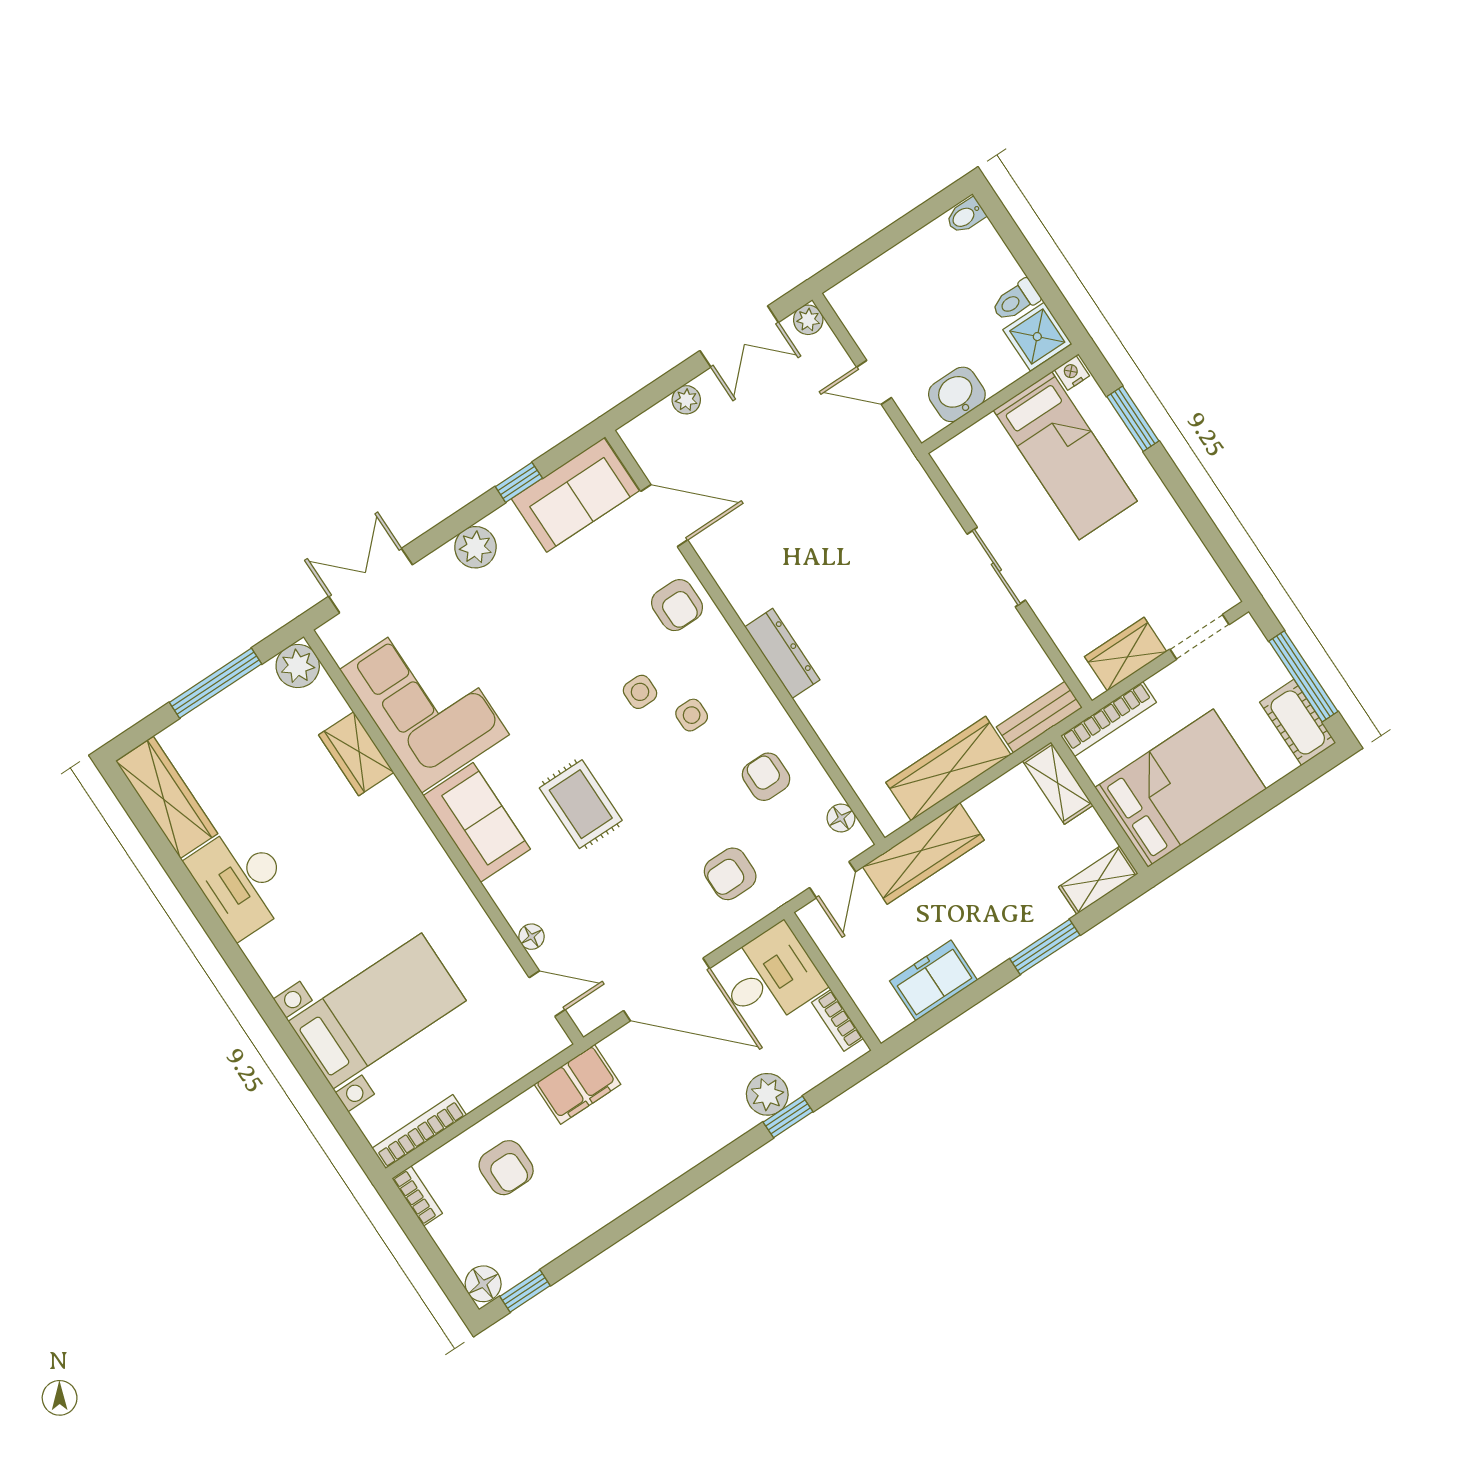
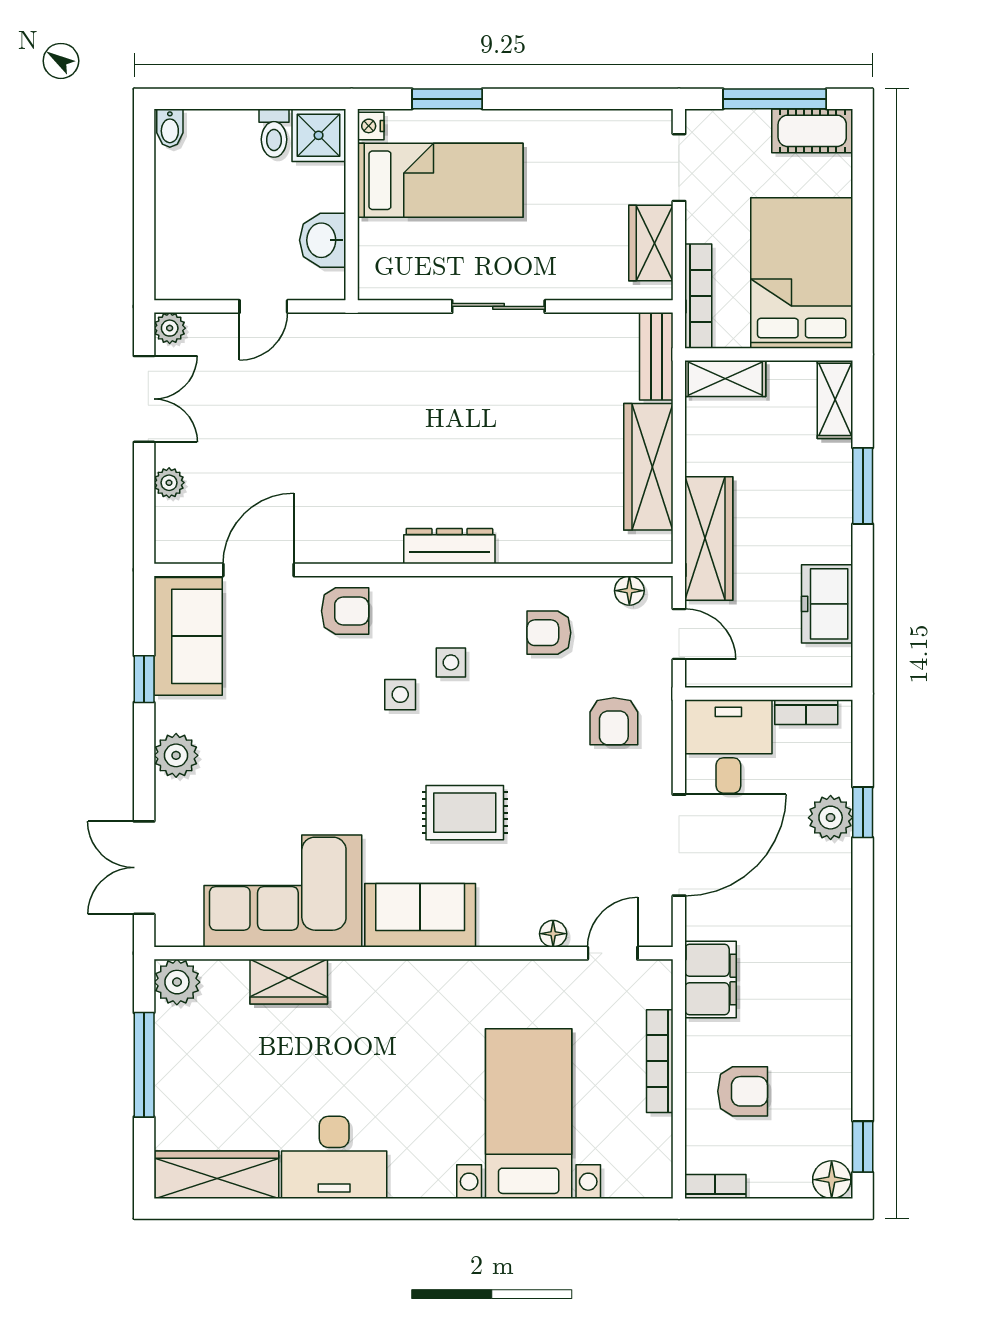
bookcase: (419, 1132) -> (660, 1061), moved

